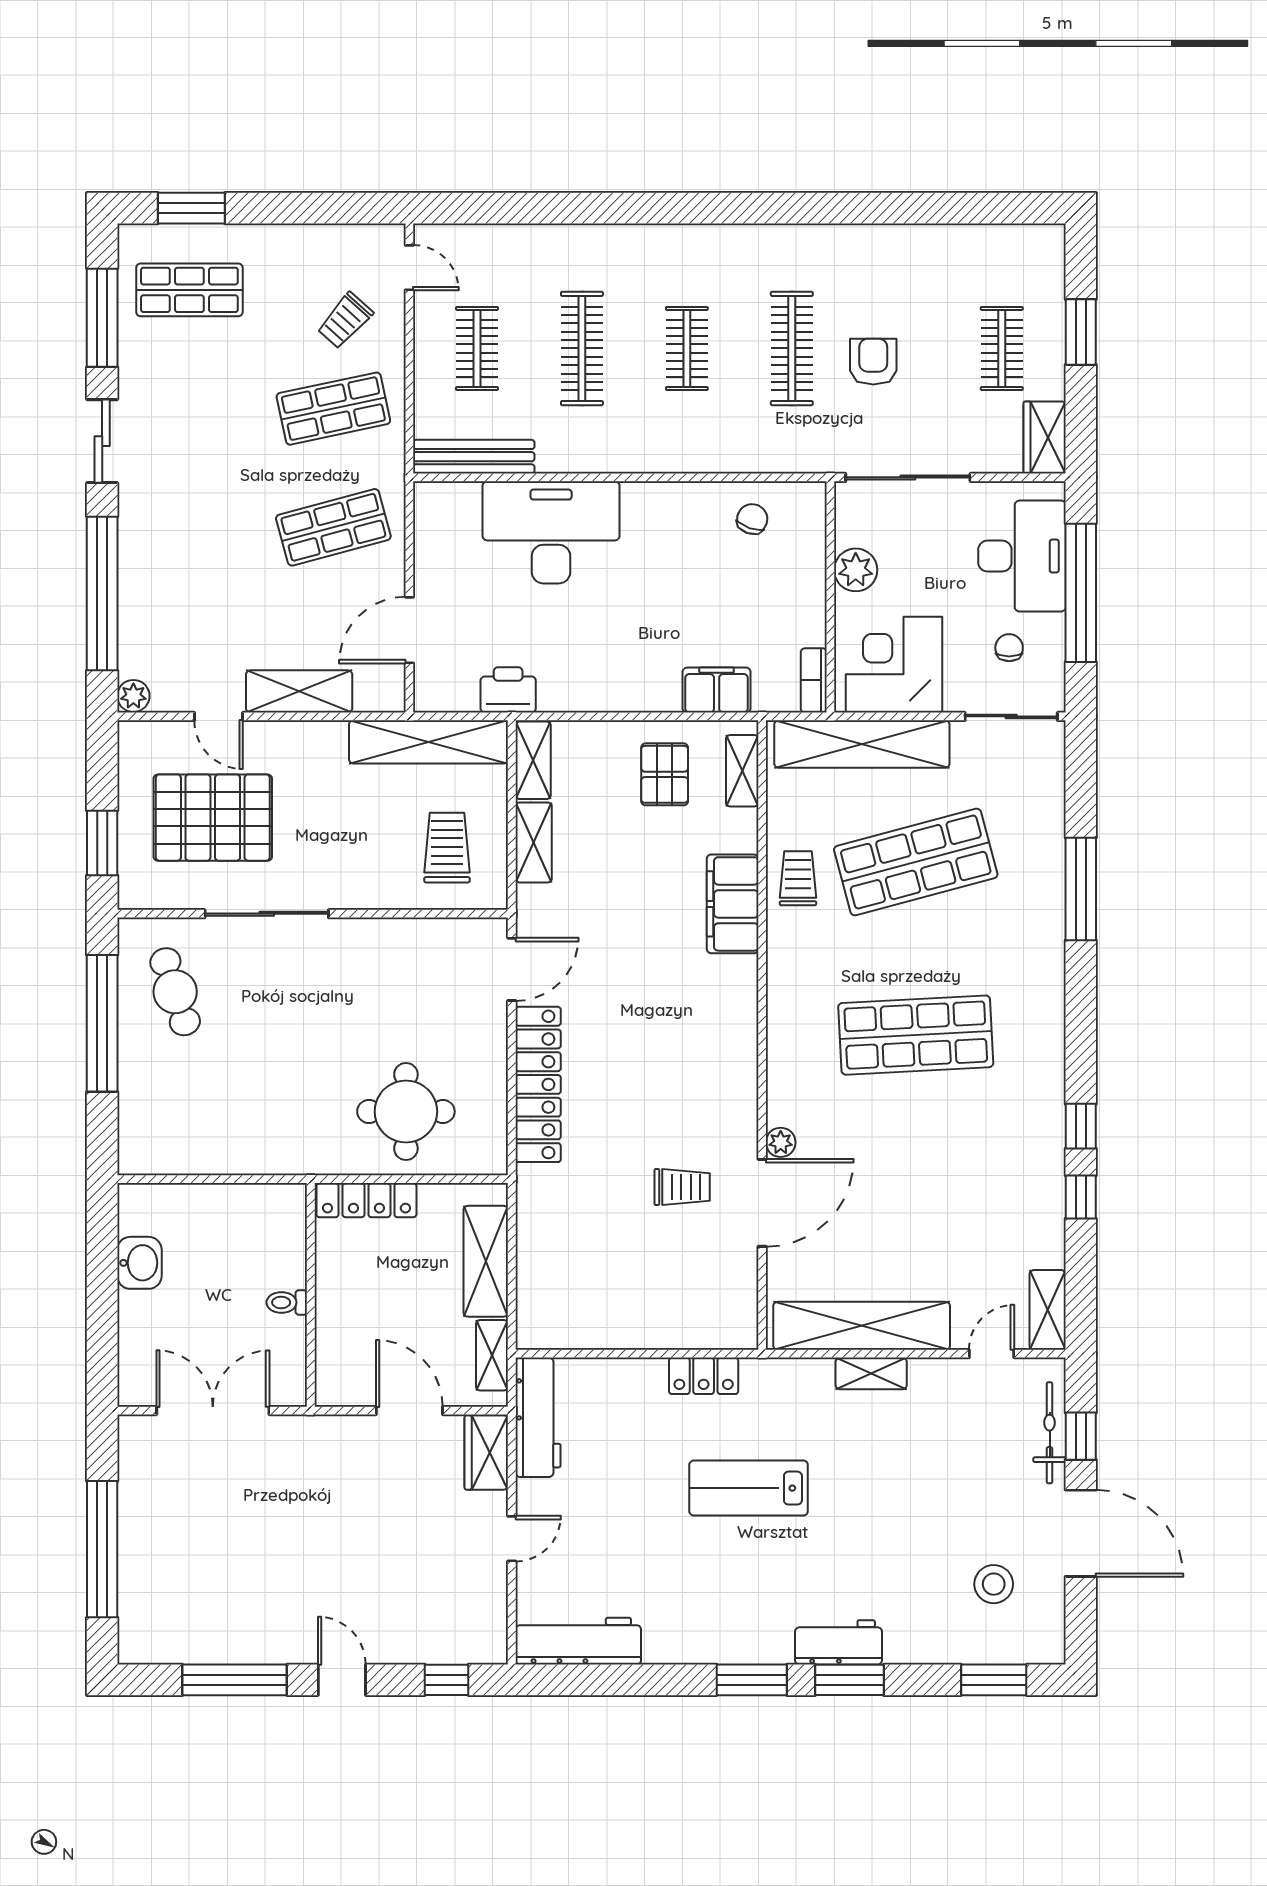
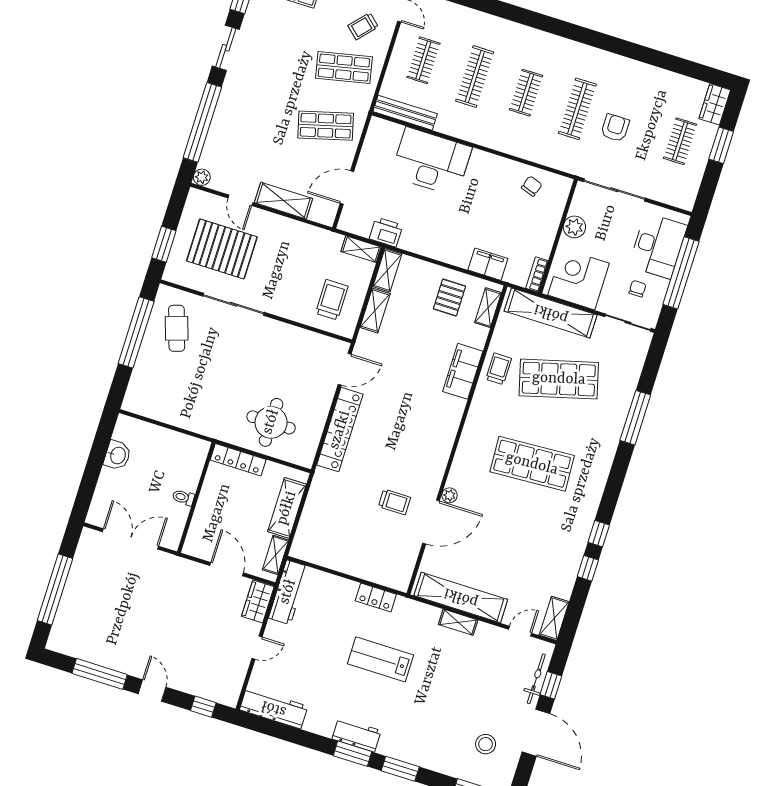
wardrobe: (1045, 437) -> (715, 104), moved
shelving: (429, 742) -> (361, 249), width x0.45, depth x0.75
workbench: (839, 1642) -> (357, 735), moved

